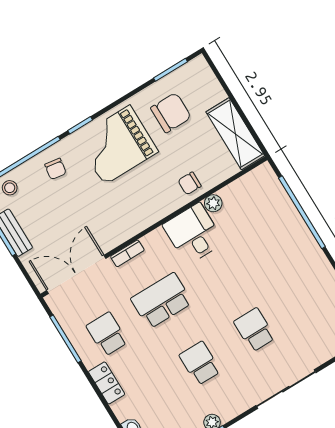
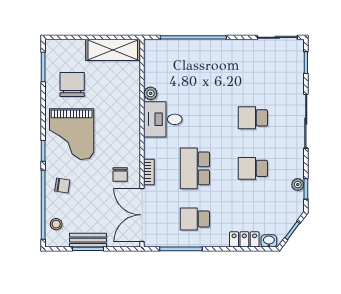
chair: (190, 183) -> (120, 175), moved
locker: (107, 383) -> (244, 239), moved

